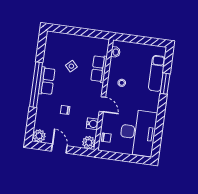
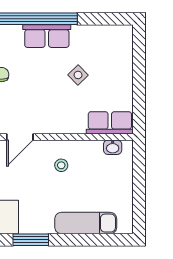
row of seats: (99, 69) -> (110, 123), moved
window: (165, 84) -> (31, 240), moved

